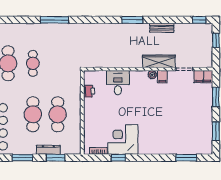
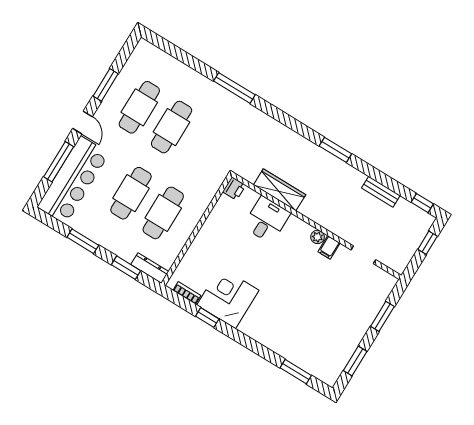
bench: (162, 28) -> (381, 192), moved
wardrobe: (159, 61) -> (280, 190), moved
cafe table: (33, 63) -> (172, 127), width x1.37, depth x1.35
filing cabinet: (203, 77) -> (382, 280), removed
printer: (89, 91) -> (234, 189), moved
dresser: (48, 150) -> (150, 268), moved

